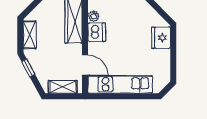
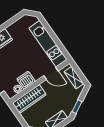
door: (85, 65) -> (51, 73), swing flipped

